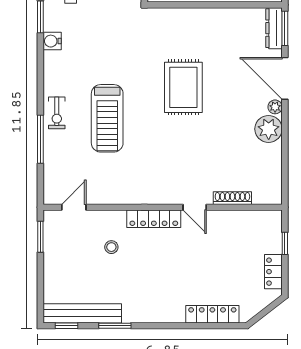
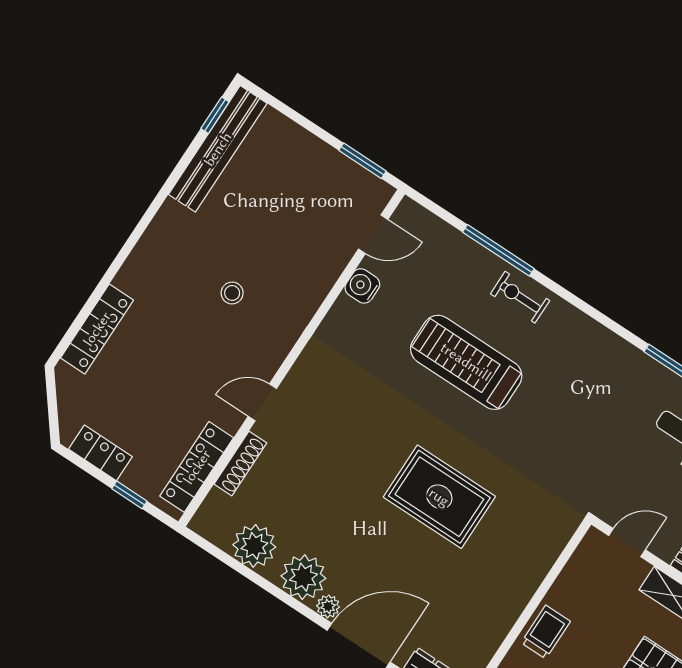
water cooler: (52, 41) -> (362, 286), moved, turned -90
plant: (269, 164) -> (254, 546), added
door: (74, 207) -> (373, 234), hinge flipped
locker: (154, 219) -> (197, 467), moved
stool: (111, 247) -> (232, 293), moved
window: (115, 326) -> (170, 183), removed

